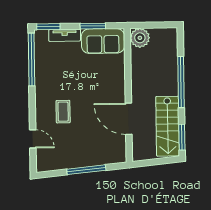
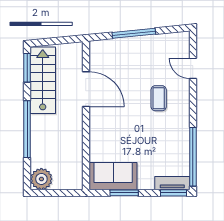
tv unit: (65, 35) -> (172, 183), moved
plant: (140, 38) -> (41, 179), moved

